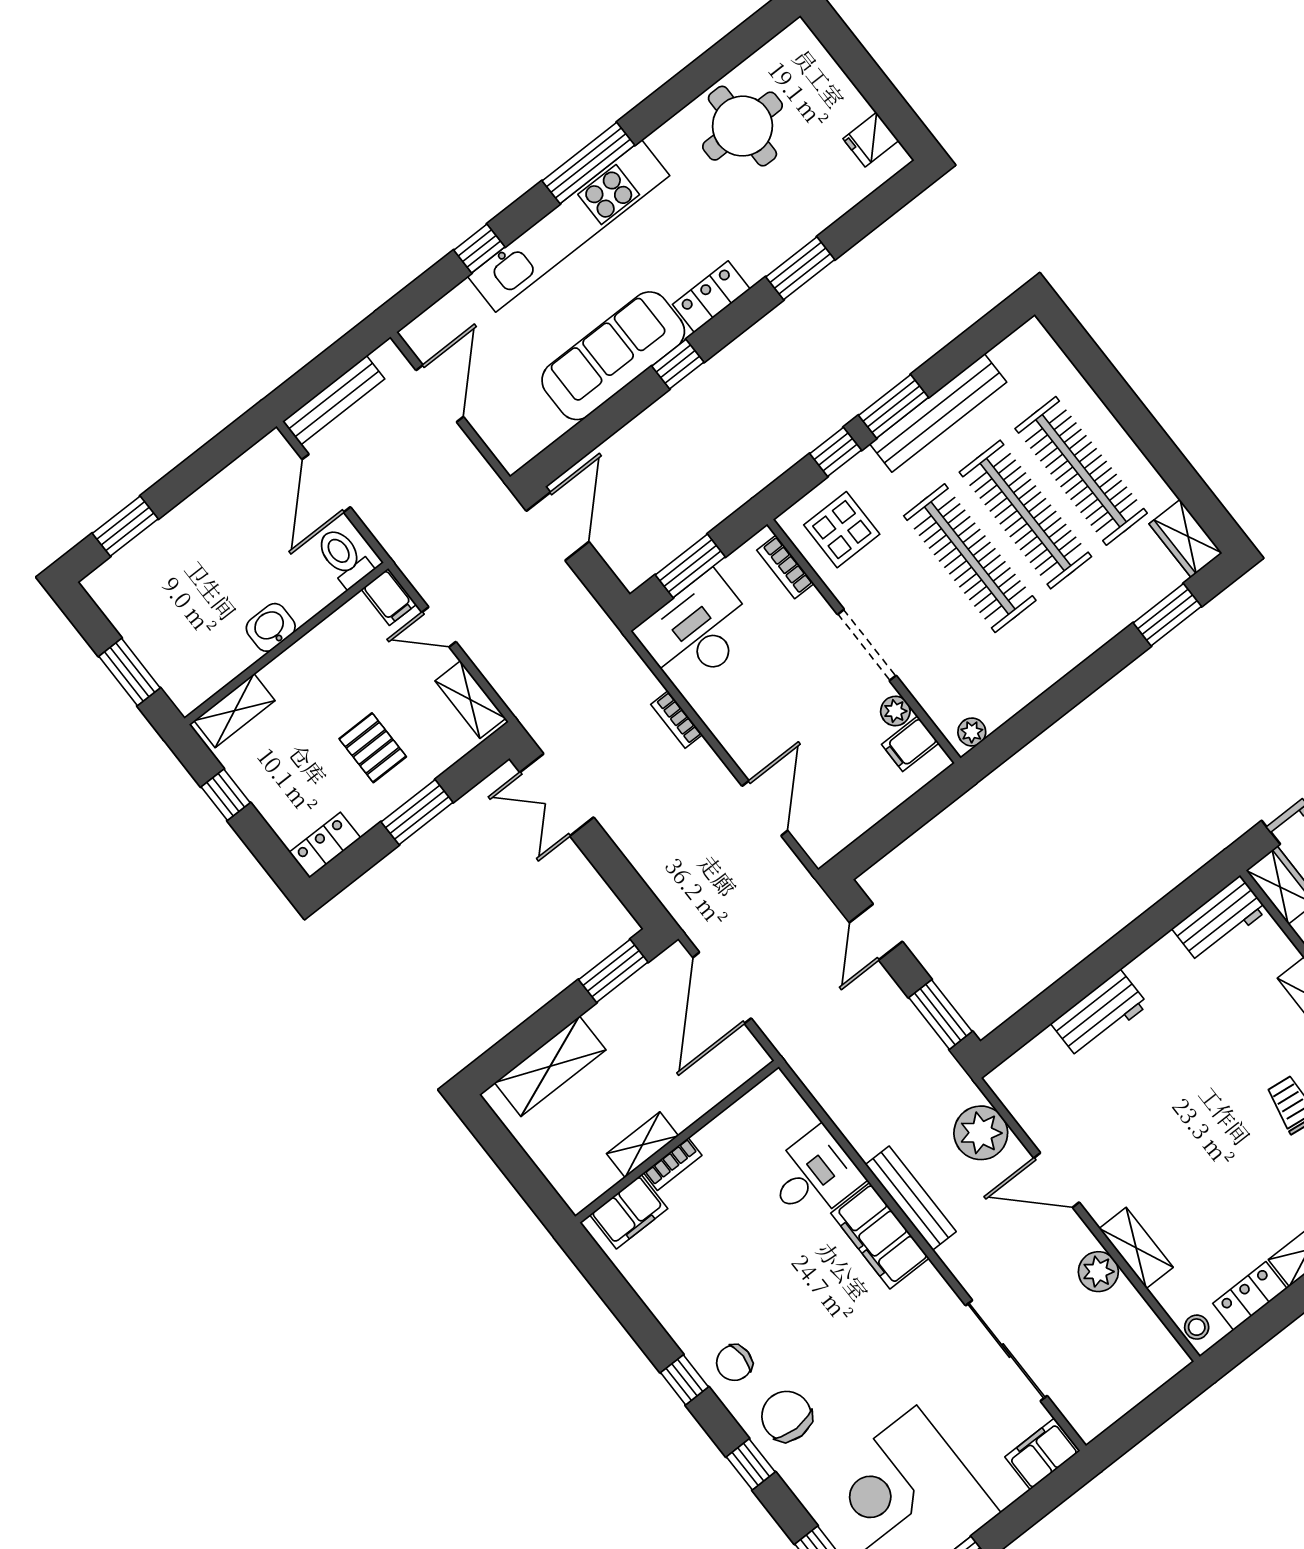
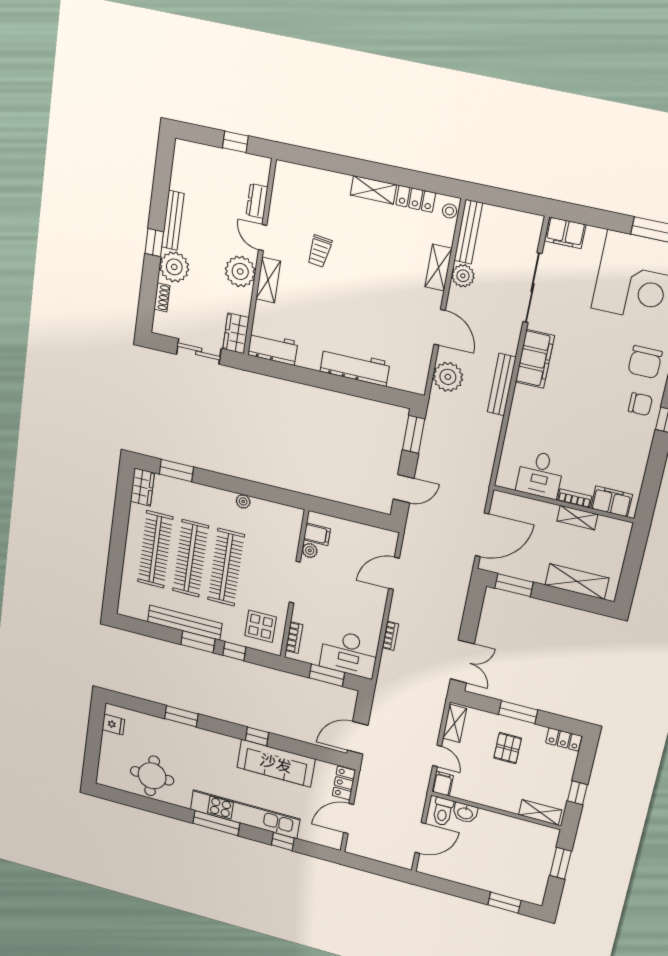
locker: (711, 297) -> (344, 783), moved, turned 90
bench: (334, 400) -> (468, 232), moved, turned 90
washbasin: (271, 627) -> (465, 813), moved
plant: (972, 732) -> (243, 501), moved
workbench: (1099, 1014) -> (355, 367), width x1.38
desk: (814, 1176) -> (540, 474), moved, turned -90
filing cabinet: (880, 1236) -> (535, 359), moved

